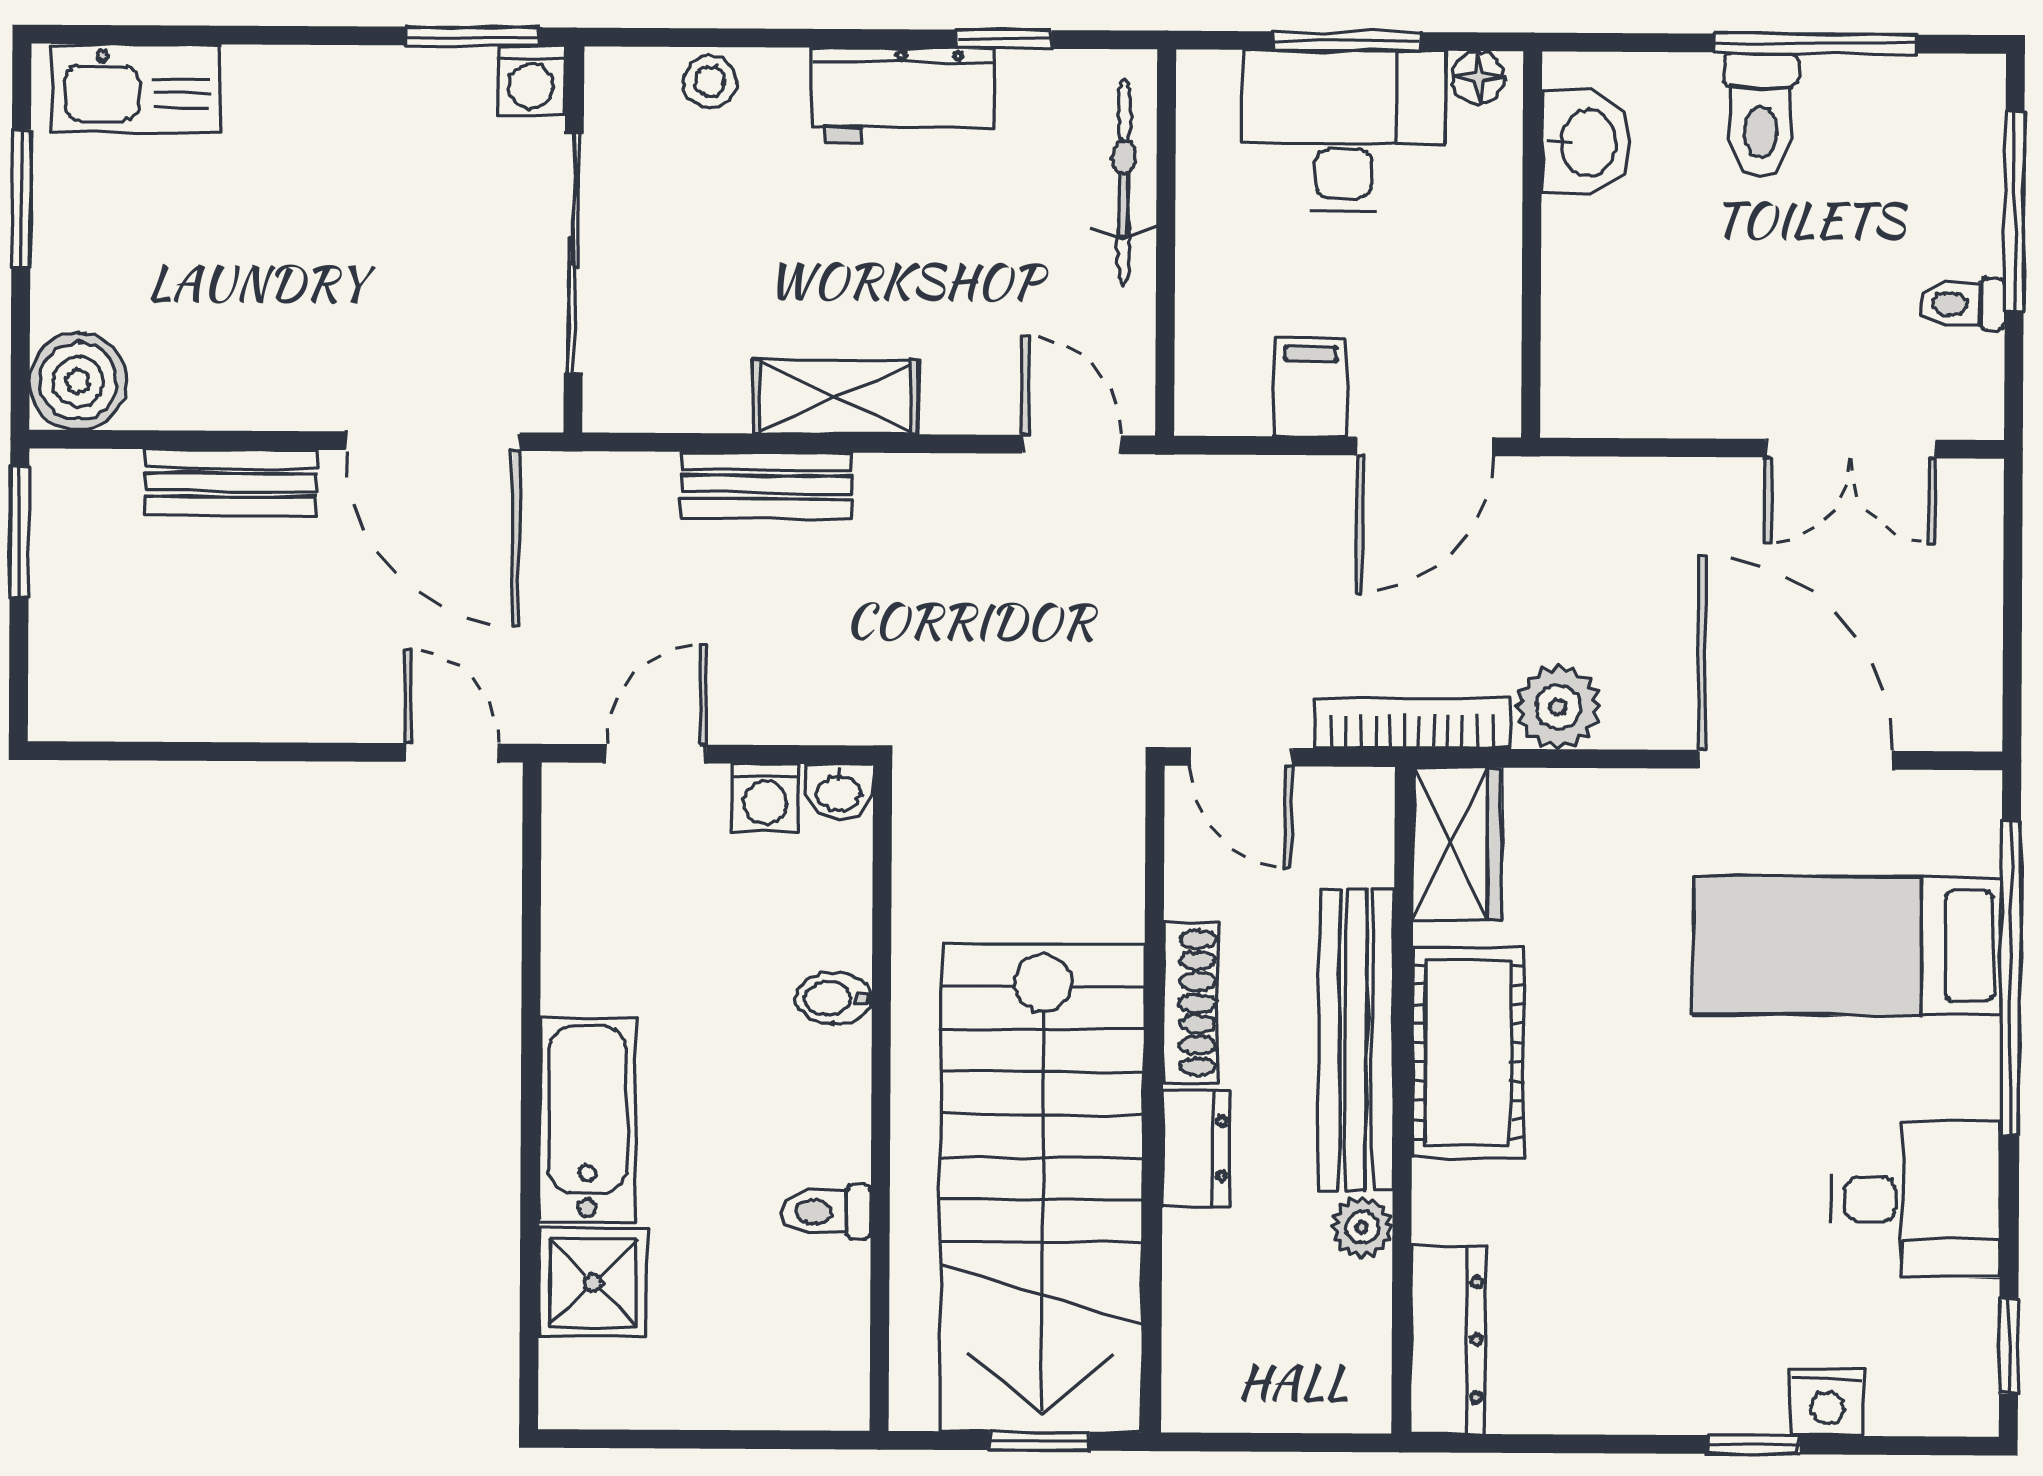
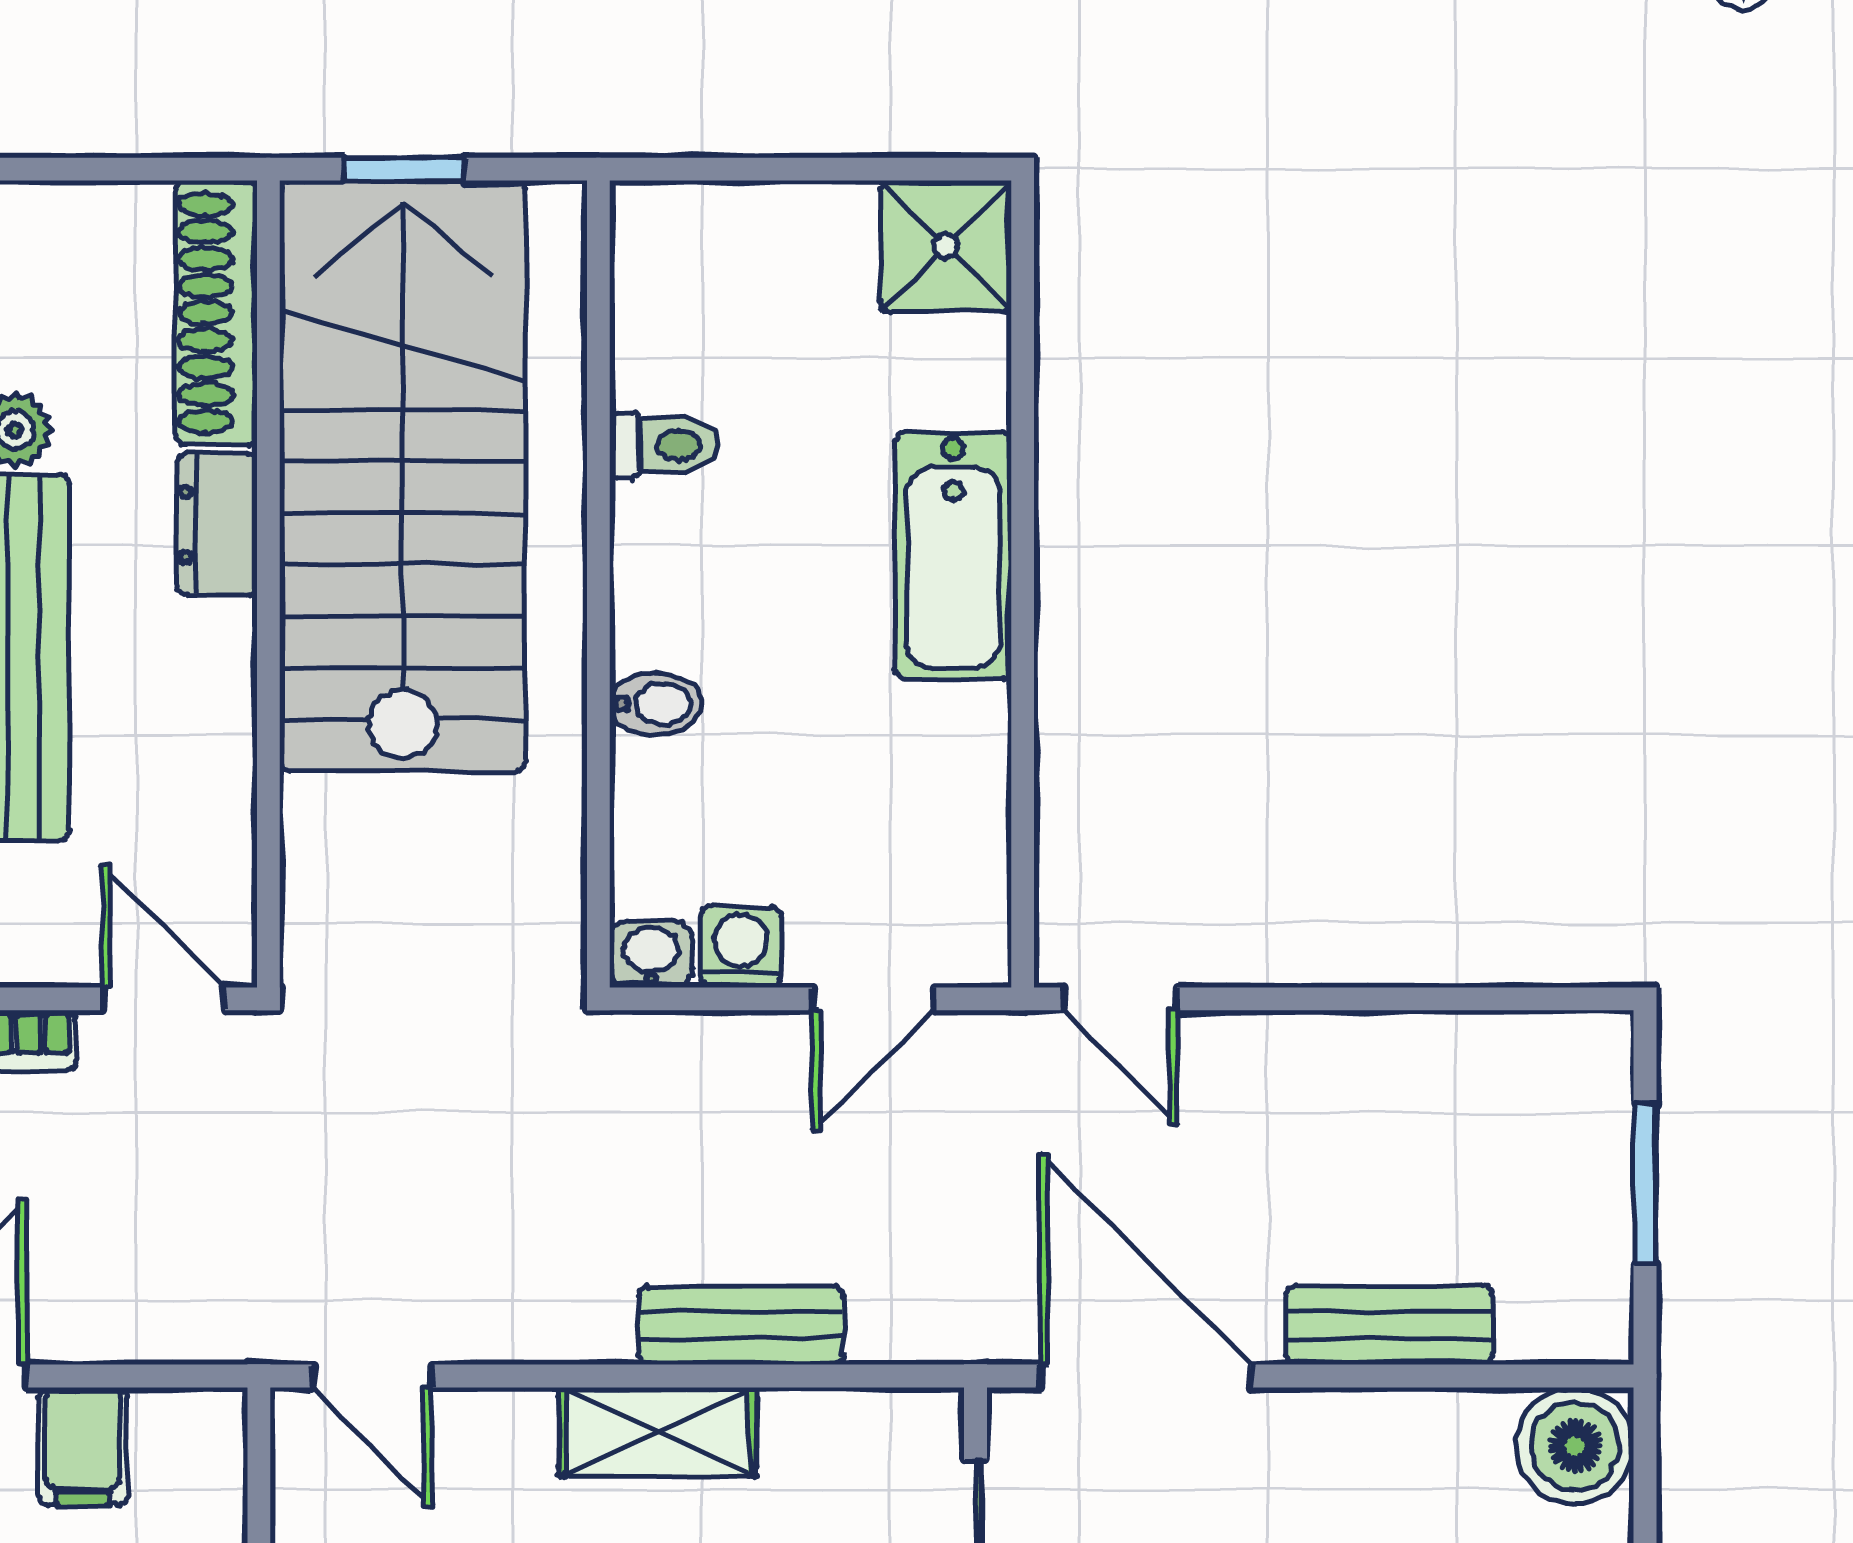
window: (19, 532) -> (1645, 1184), moved
shoe rack: (1191, 1003) -> (216, 313), moved, width x1.36, depth x1.24
shower: (593, 1282) -> (946, 246), moved

